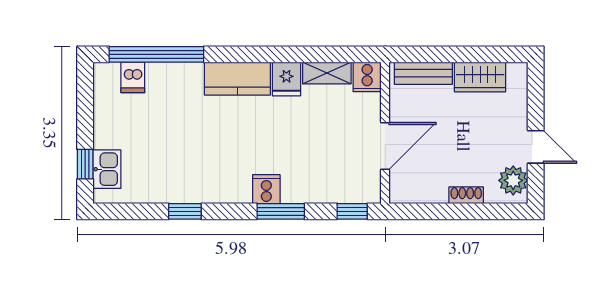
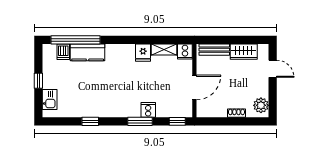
kitchen counter: (237, 79) -> (88, 52), moved
door: (536, 147) -> (273, 69), moved
window: (85, 164) -> (38, 81), moved
cooker: (266, 189) -> (148, 110), moved

